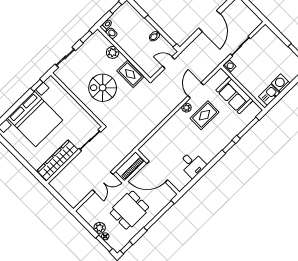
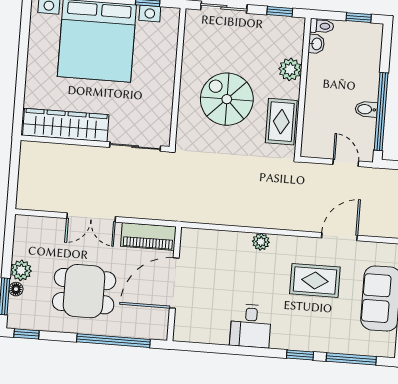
plant: (186, 108) -> (261, 242), moved
desk: (192, 164) -> (251, 326), moved
door: (157, 172) -> (174, 283), hinge flipped

